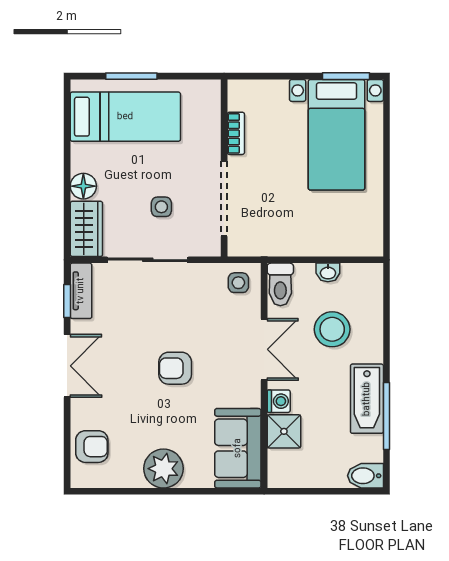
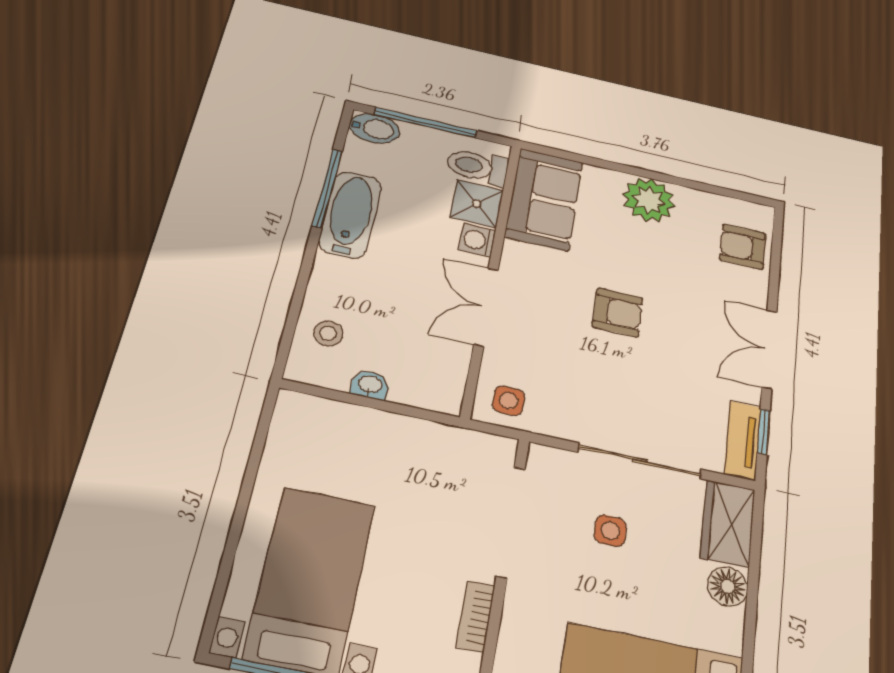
toilet: (280, 284) -> (477, 167), moved, turned -90
stool: (332, 329) -> (328, 333), moved, width x0.53, depth x0.53
window: (331, 491) -> (425, 123), added

